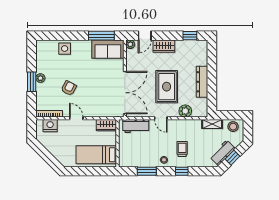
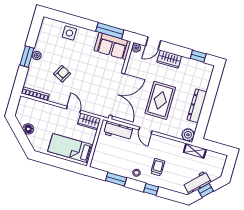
plant: (185, 111) -> (188, 135), moved
door: (76, 118) -> (73, 110), moved
nightstand: (50, 126) -> (33, 106), removed
stool: (233, 127) -> (215, 159), removed
floor lamp: (52, 148) -> (28, 129), added

